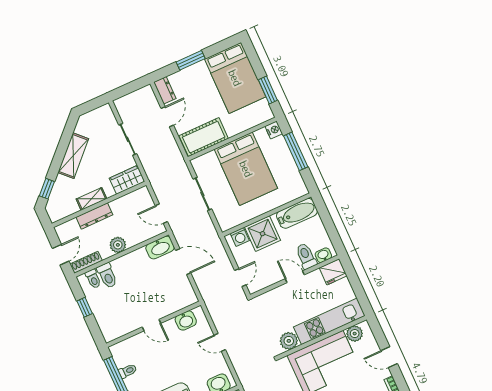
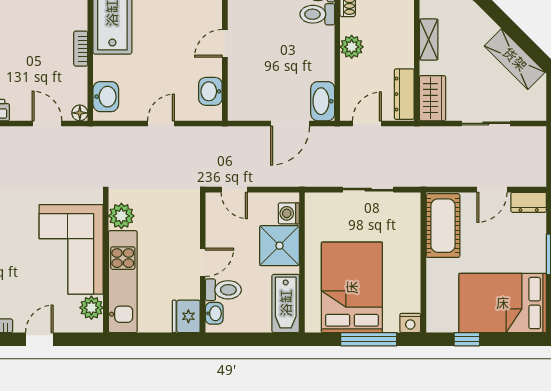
window: (268, 90) -> (467, 339), width x0.67
door: (167, 117) -> (492, 190), hinge flipped
shelving: (73, 156) -> (515, 59), moved
bed: (246, 169) -> (352, 287), moved, turned 90
dresser: (94, 216) -> (404, 94), moved

